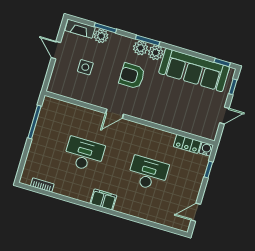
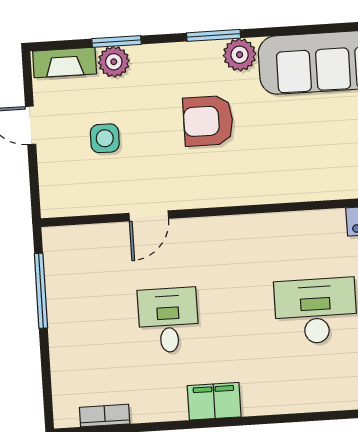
plant: (140, 48) -> (205, 57), removed
door: (115, 114) -> (149, 216), moved
desk: (84, 154) -> (168, 320), width x0.73
filing cabinet: (103, 200) -> (214, 401), moved

